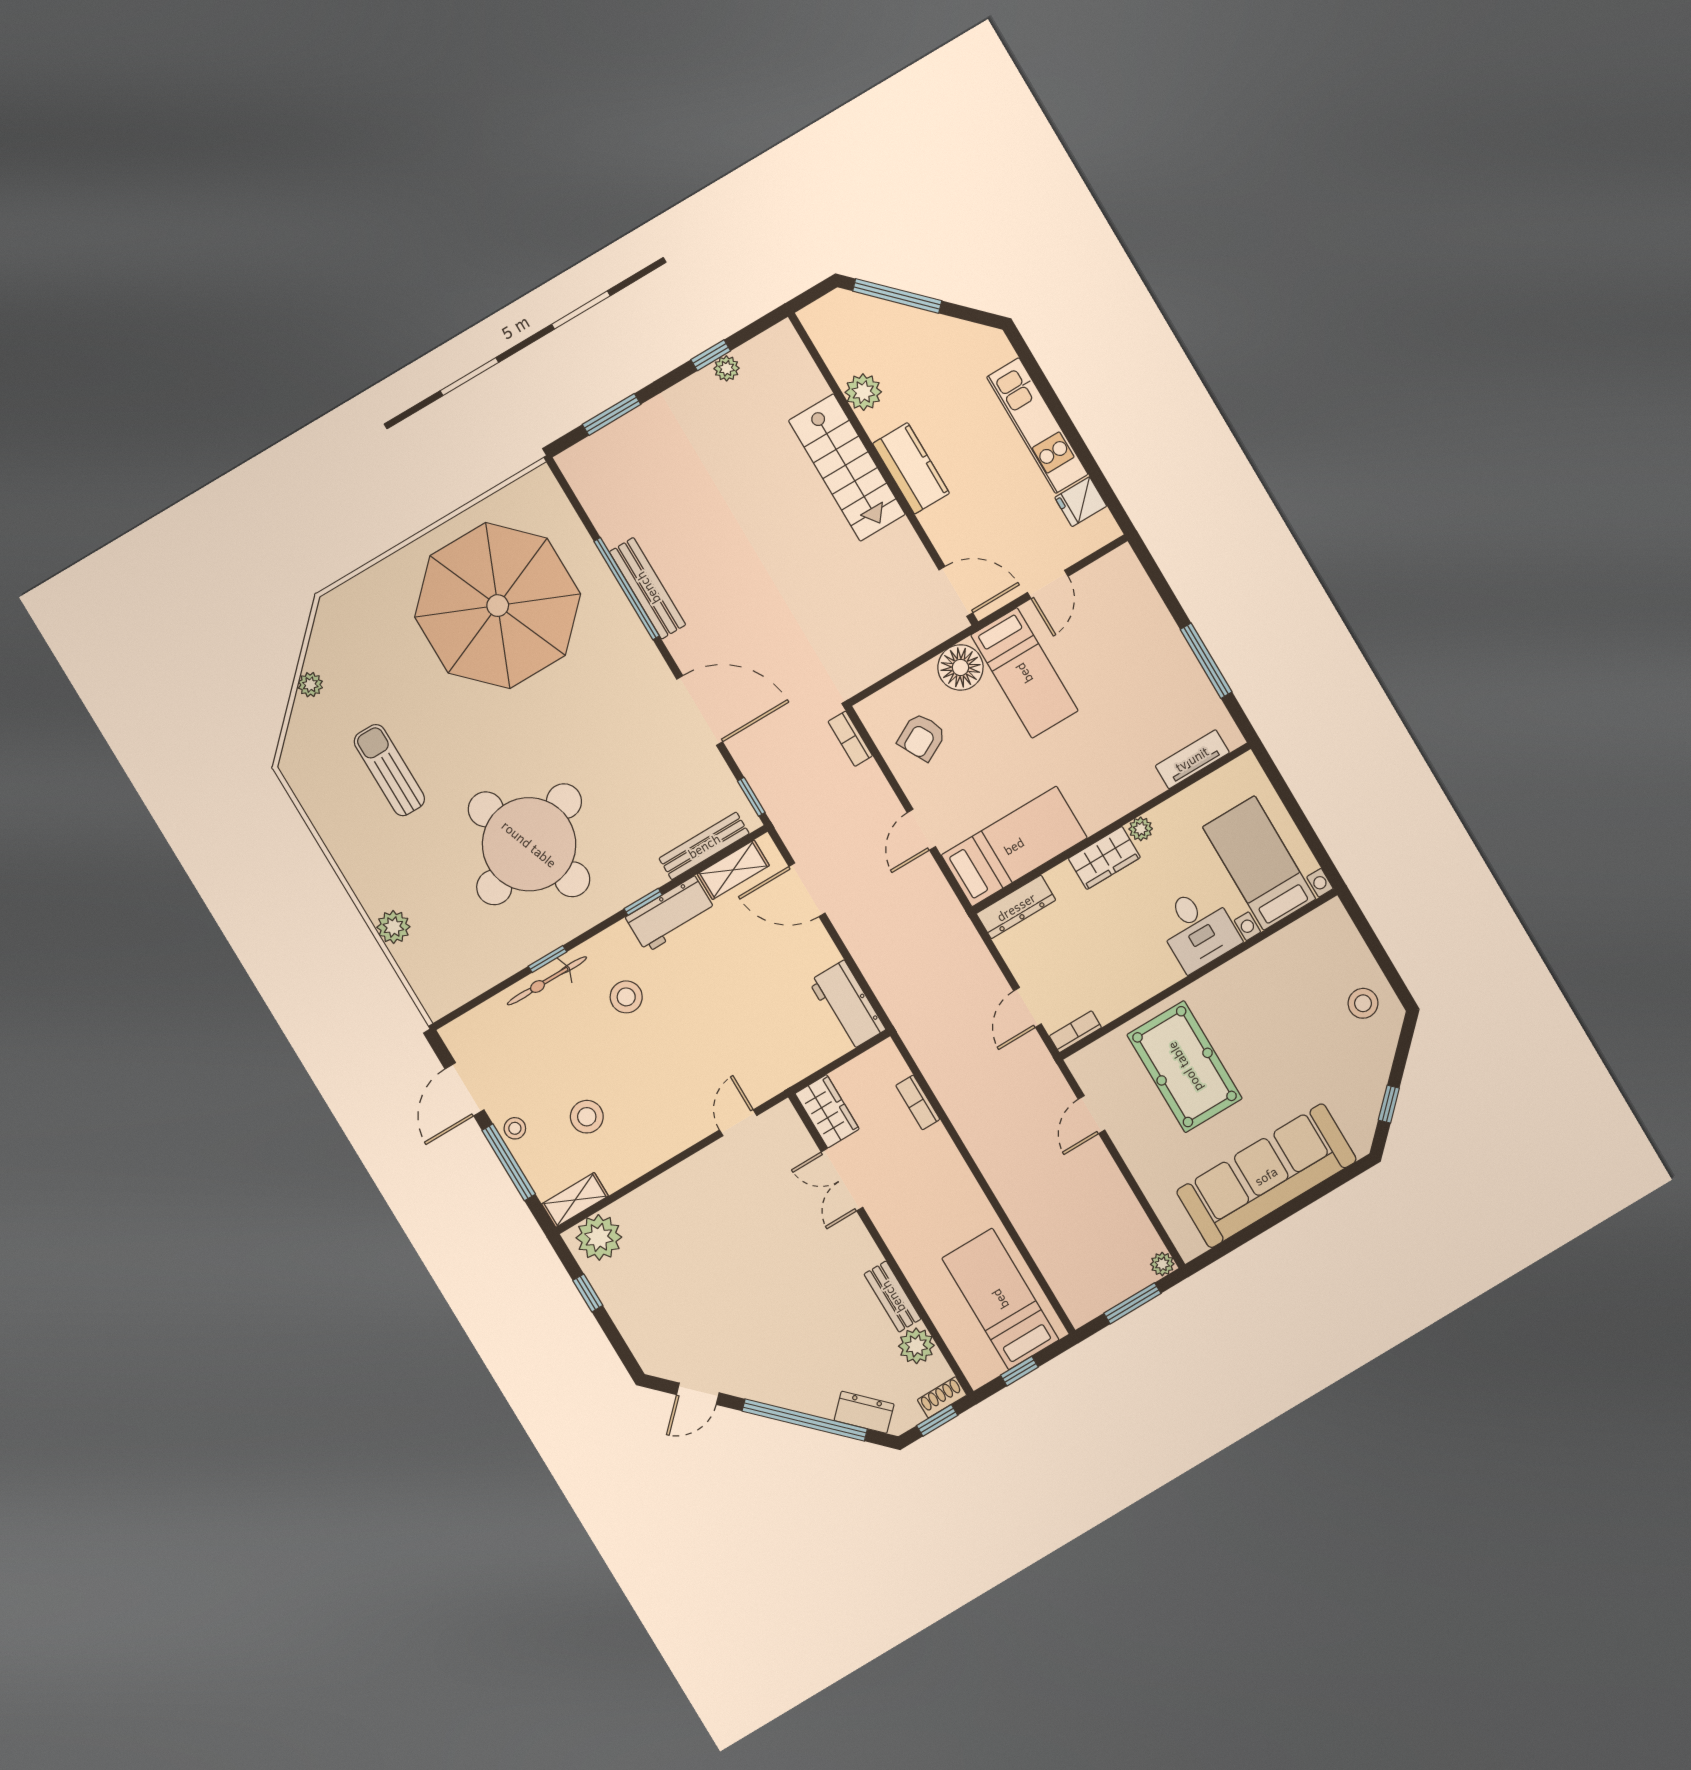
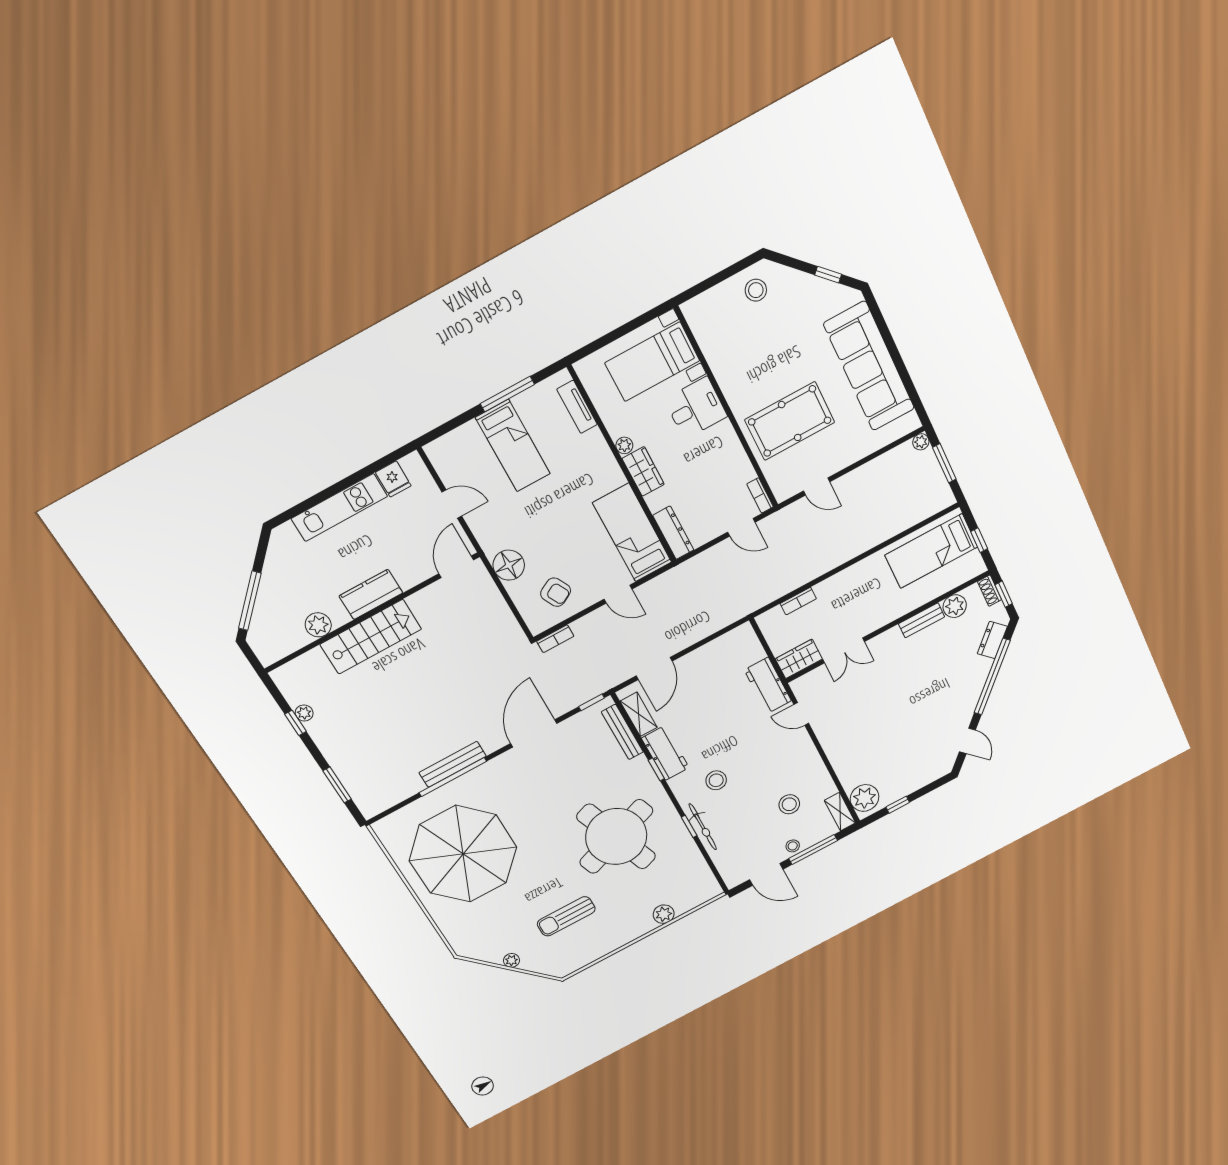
bed: (1024, 673) -> (513, 446), moved, turned 90
workbench: (847, 1005) -> (768, 685), moved, turned 90

